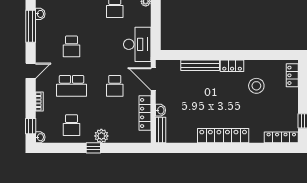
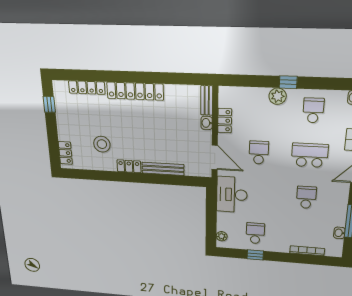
locker: (145, 113) -> (225, 121), width x0.66
locker: (281, 137) -> (87, 88), moved

